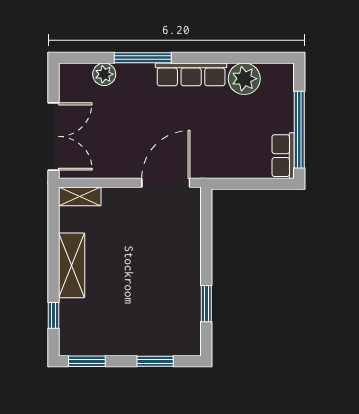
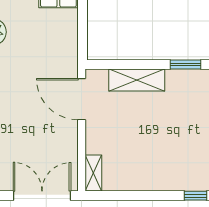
shelving: (72, 265) -> (137, 80), moved

